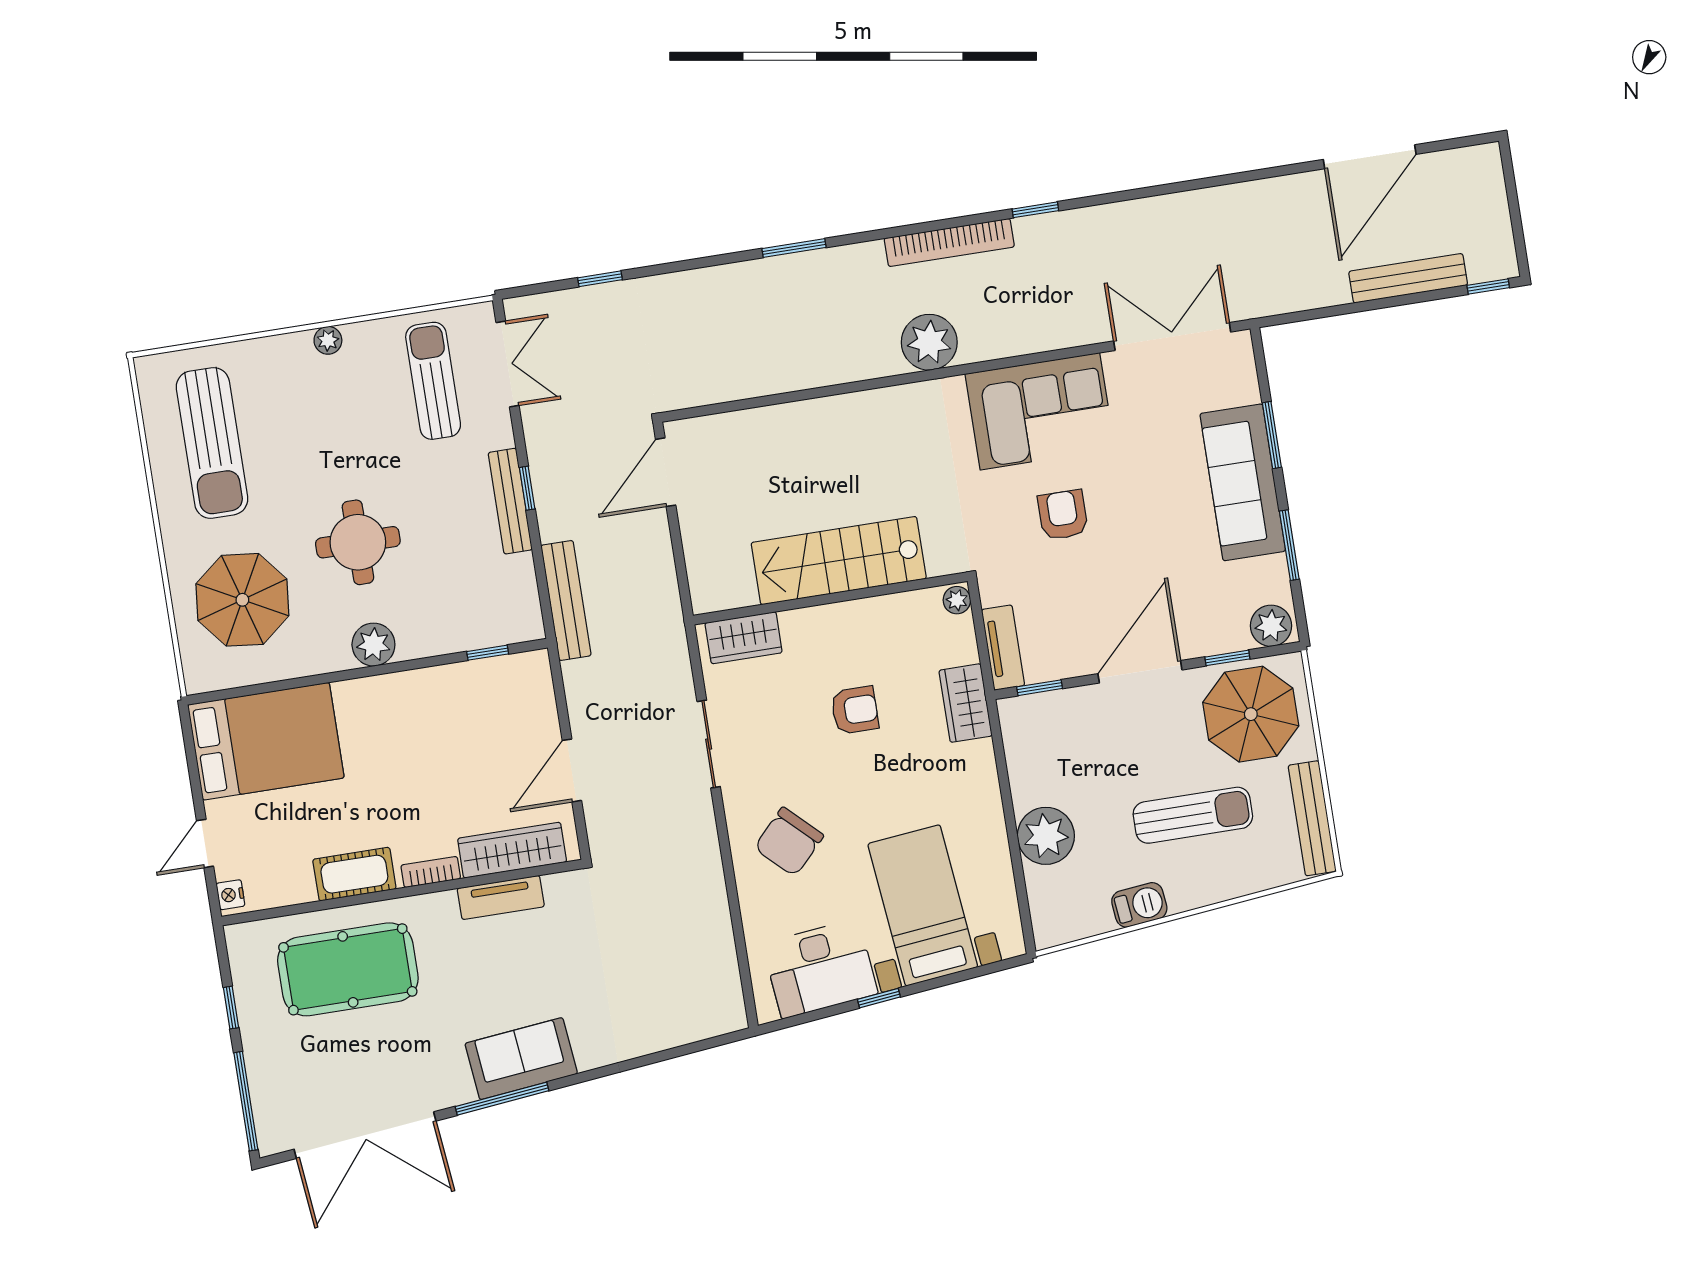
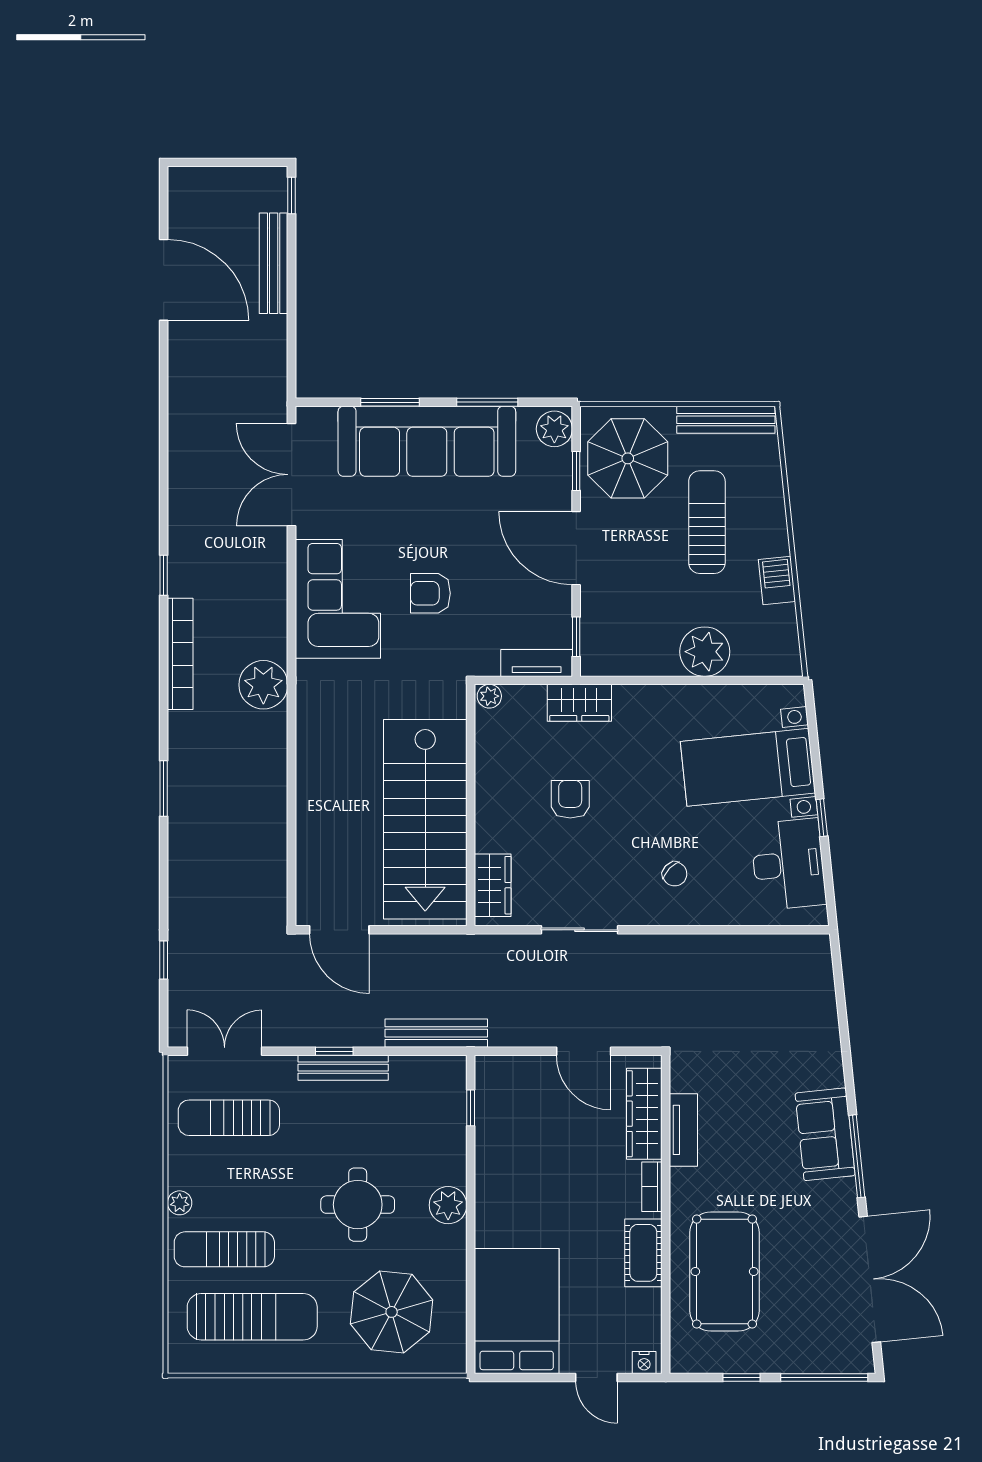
sun lounger: (283, 399) -> (224, 1249), added
sofa: (1243, 482) -> (427, 441), width x1.36, depth x1.27
stairs: (839, 561) -> (425, 819), width x1.36, depth x1.51
chair: (789, 842) -> (675, 874), width x0.54, depth x0.54

